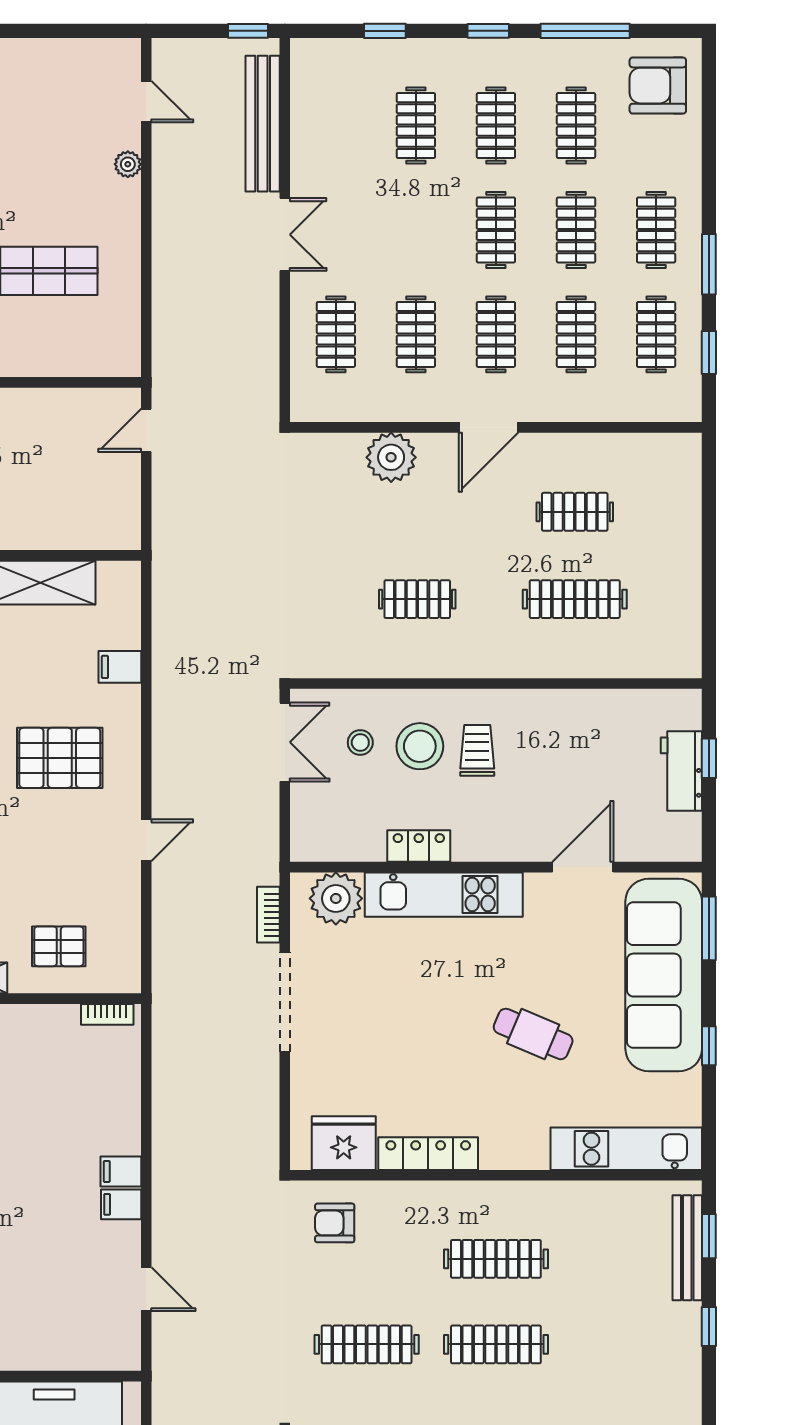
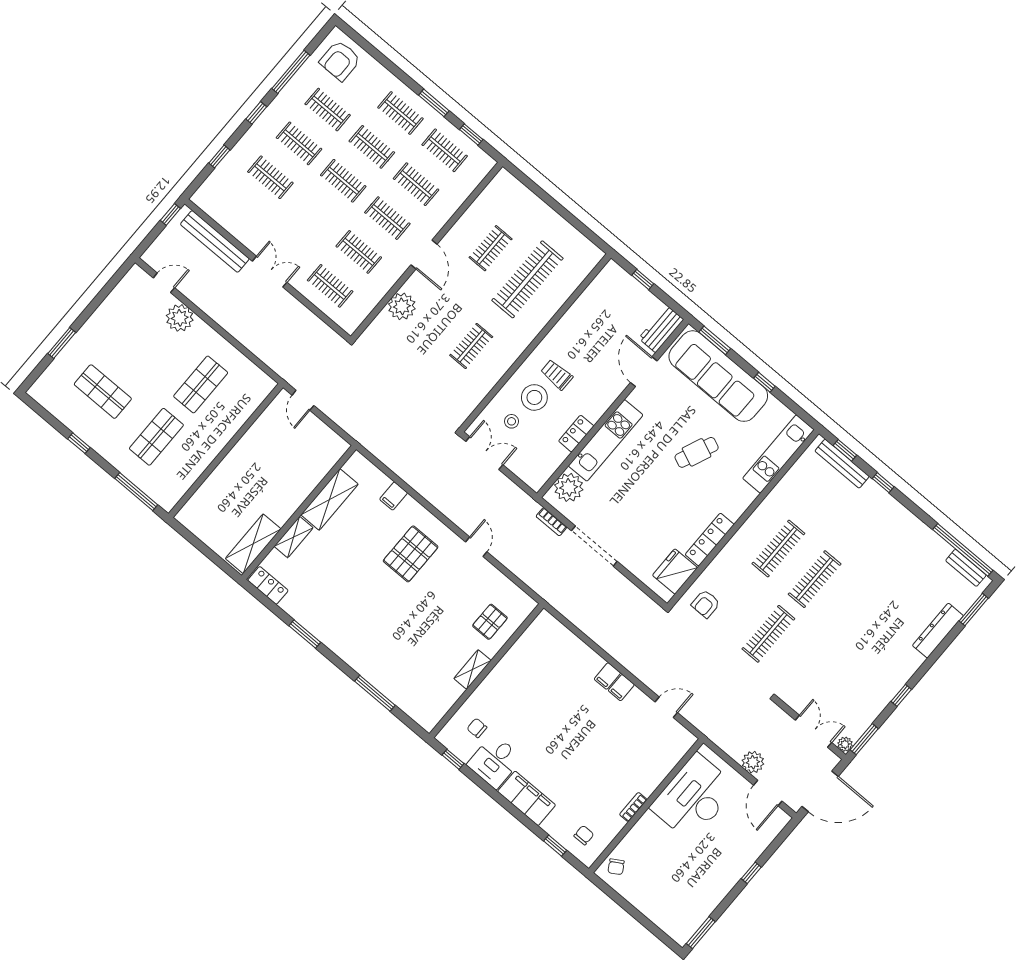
plant: (128, 164) -> (180, 318), width x1.87, depth x1.87
clothes rail: (575, 599) -> (527, 279), width x1.37, depth x1.31
workbench: (681, 771) -> (661, 329), moved, turned 90
bookcase: (107, 1014) -> (536, 626), removed

